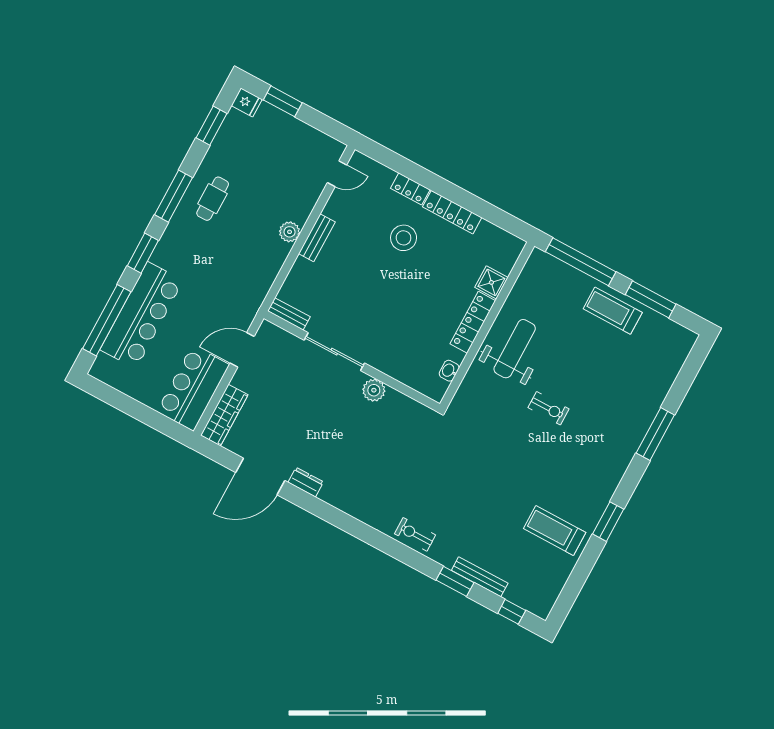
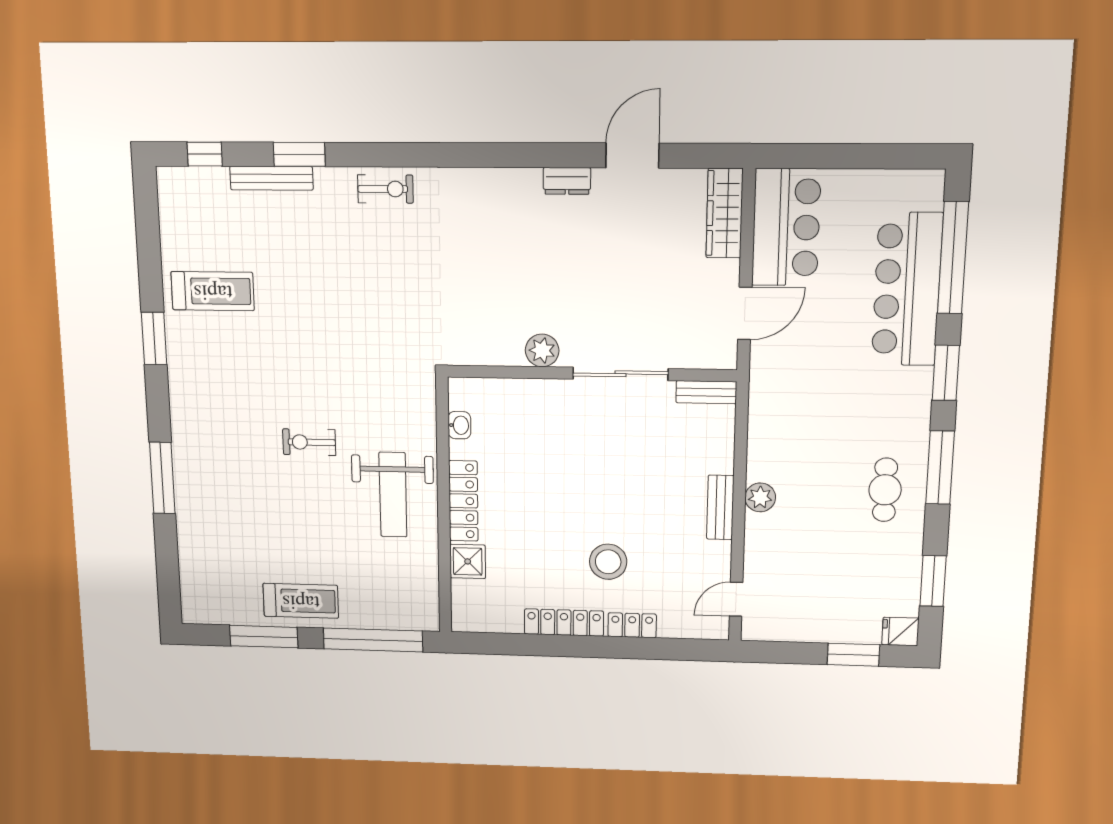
door: (260, 476) -> (632, 156), width x0.73

